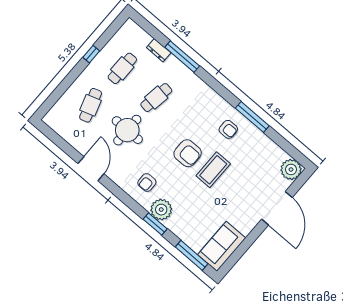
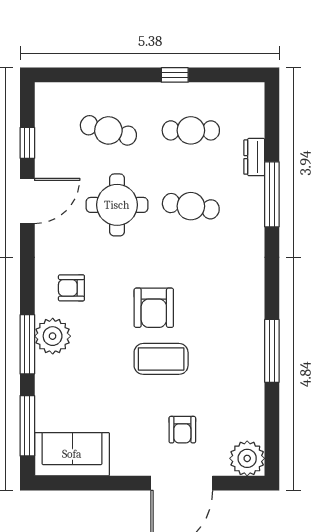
cafe table: (91, 105) -> (108, 130), turned 33
armchair: (228, 129) -> (182, 430), moved
window: (65, 146) -> (27, 143), added
window: (155, 224) -> (27, 344), width x1.44

